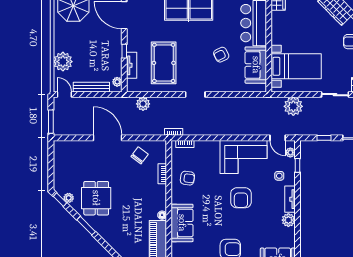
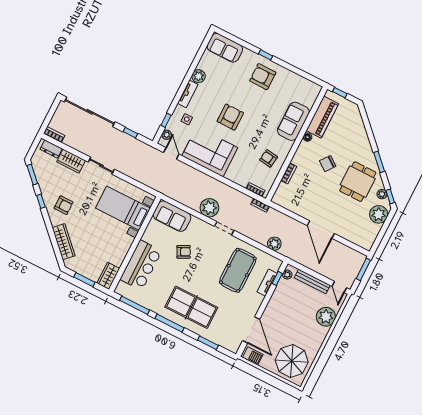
window: (124, 51) -> (277, 278), moved
sofa: (256, 65) -> (172, 216), moved, turned 90
plant: (293, 106) -> (209, 208), moved
chair: (140, 155) -> (328, 164), moved
plant: (62, 178) -> (379, 214), added

